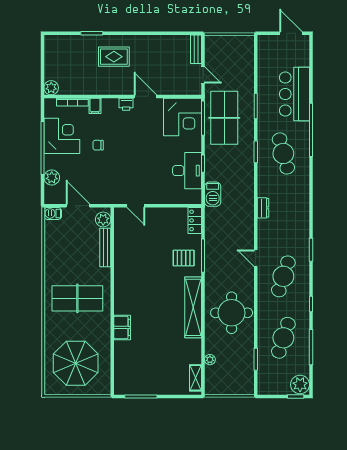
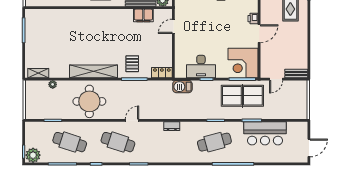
bar counter: (295, 94) -> (265, 133), moved, turned 180
filing cabinet: (122, 327) -> (143, 15), moved

